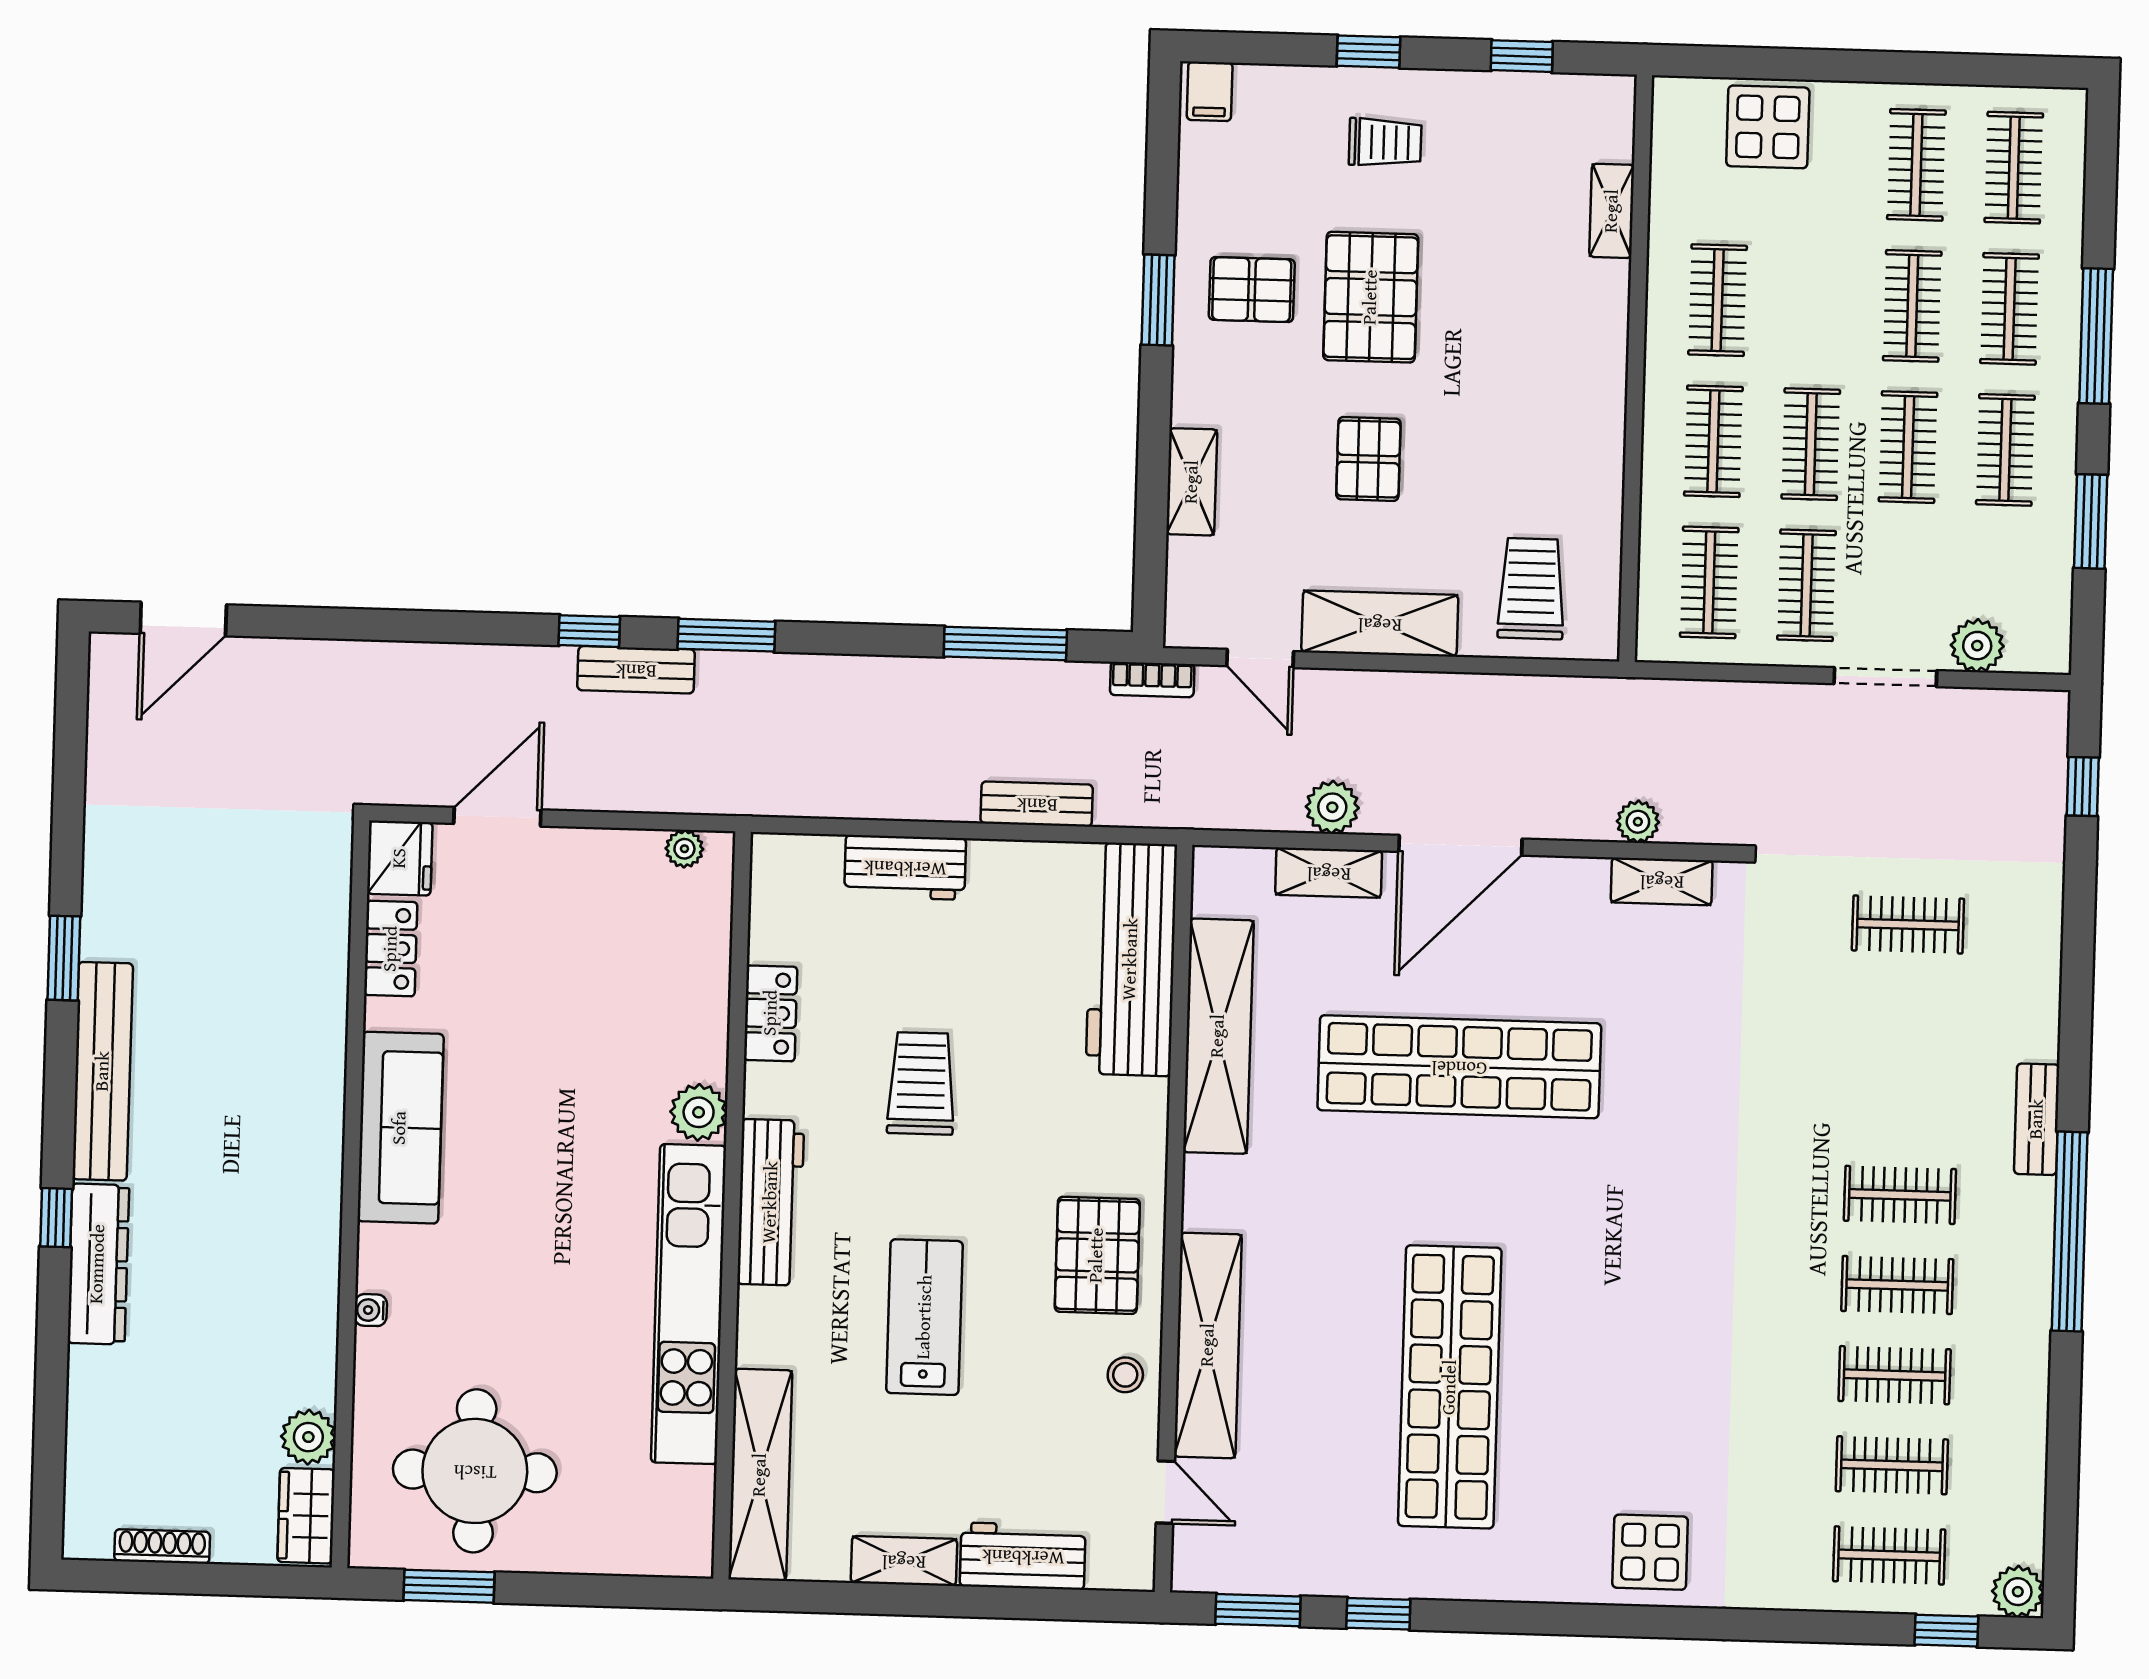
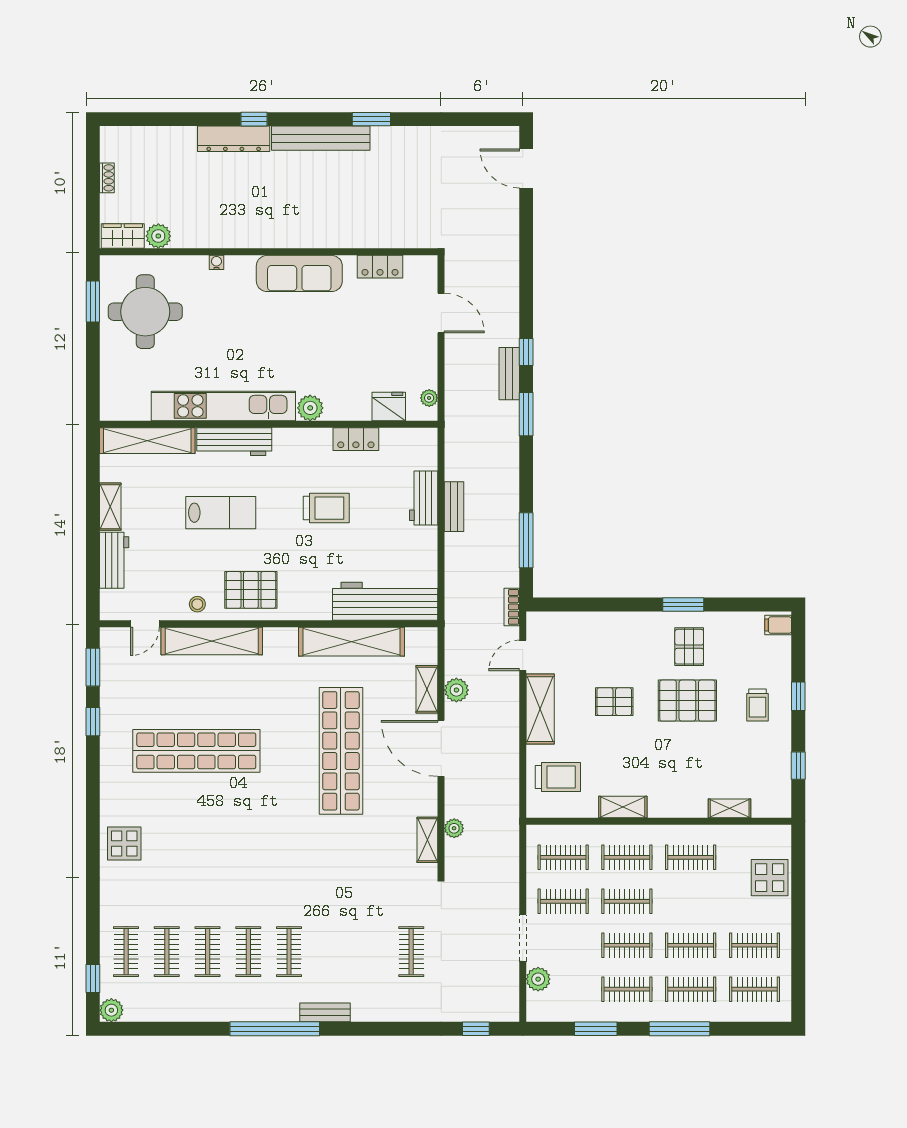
shelving: (1192, 482) -> (623, 807), moved
bench: (1037, 804) -> (454, 507), moved
fridge: (400, 858) -> (389, 407), moved, turned 180
workbench: (771, 1202) -> (234, 442), moved
shoe rack: (162, 1546) -> (107, 178), width x0.70

